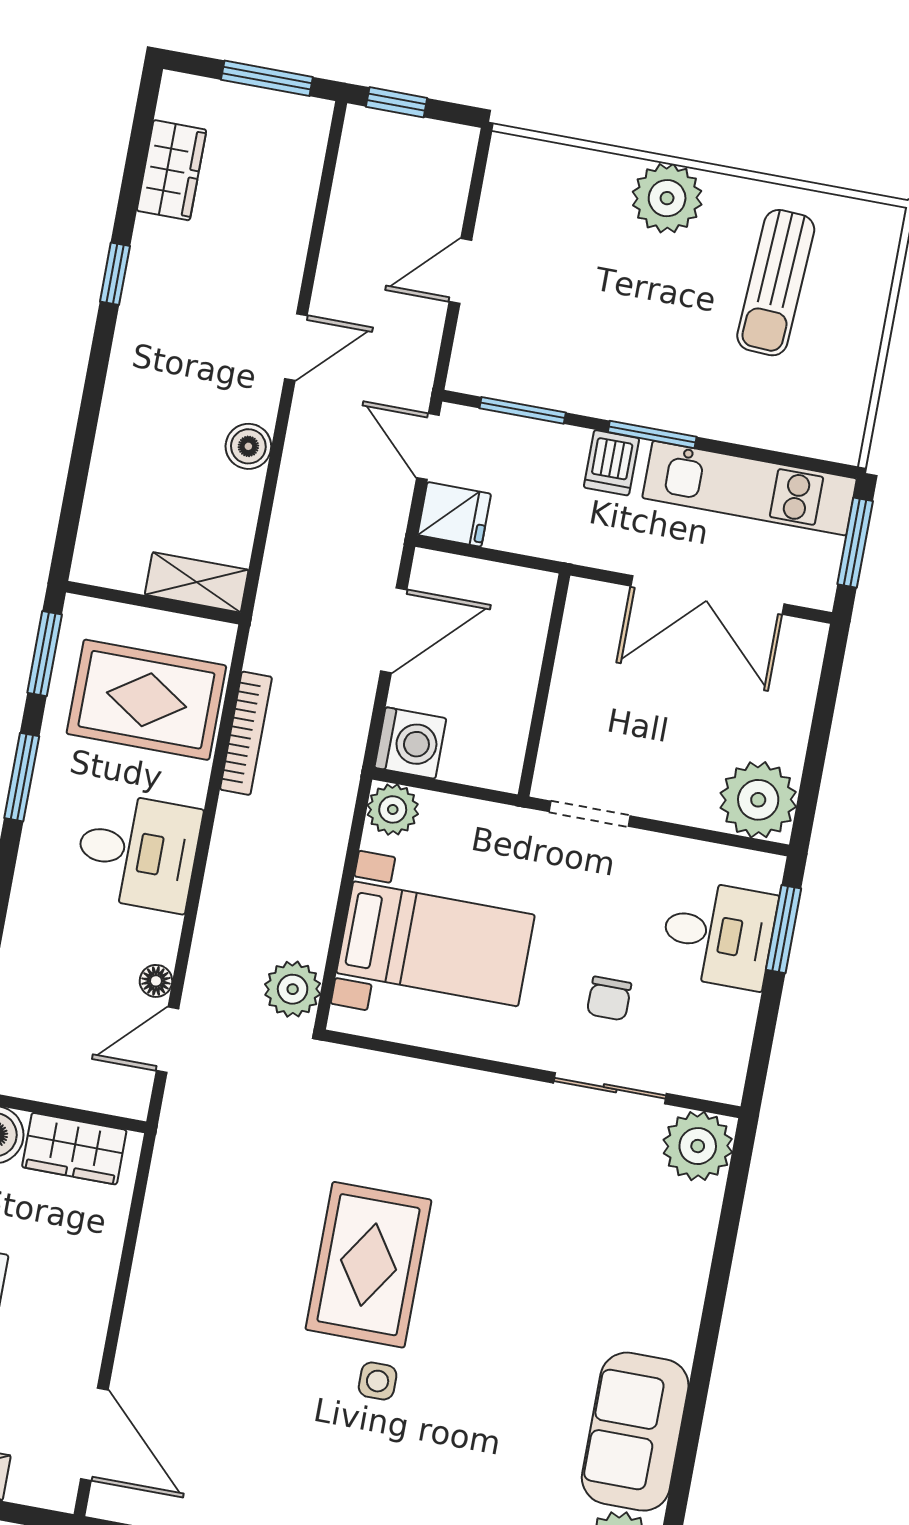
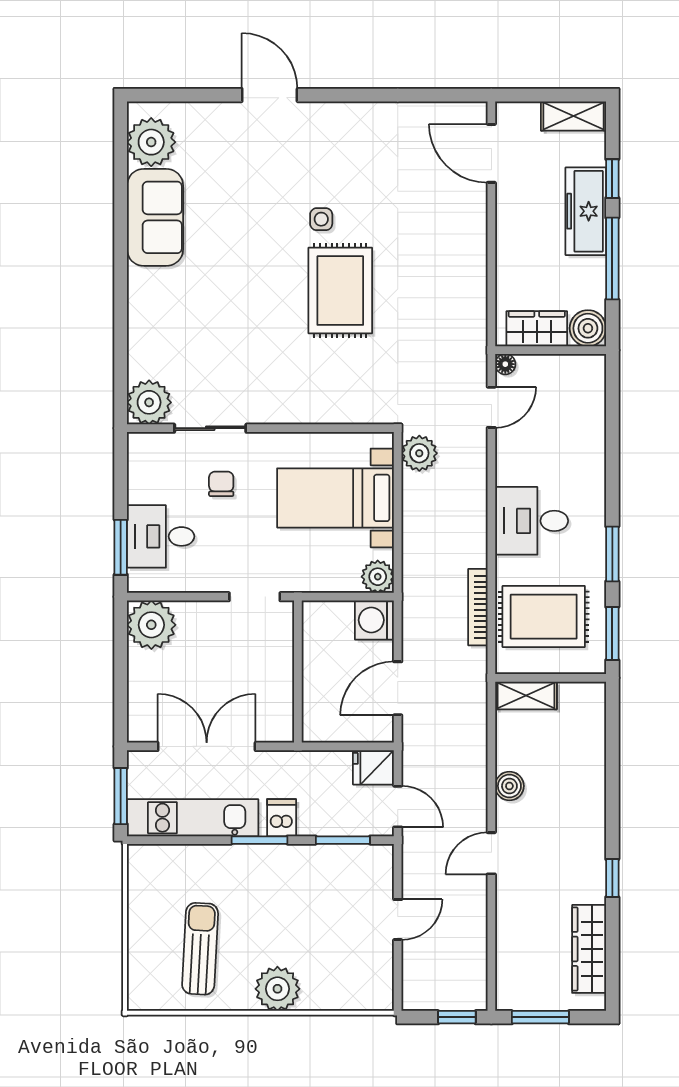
wardrobe: (172, 170) -> (589, 949), width x1.50
floor lamp: (156, 981) -> (505, 364), moved

